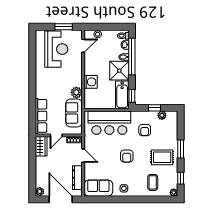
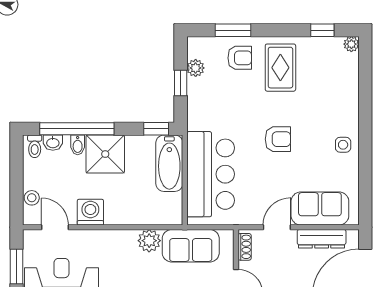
washing machine: (91, 82) -> (90, 212), moved
bathtub: (122, 95) -> (169, 163), moved, turned 90
armchair: (145, 130) -> (240, 58), moved
window: (181, 149) -> (233, 30), moved
coffee table: (153, 182) -> (331, 87), removed
sofa: (98, 188) -> (320, 209), moved, turned 90

